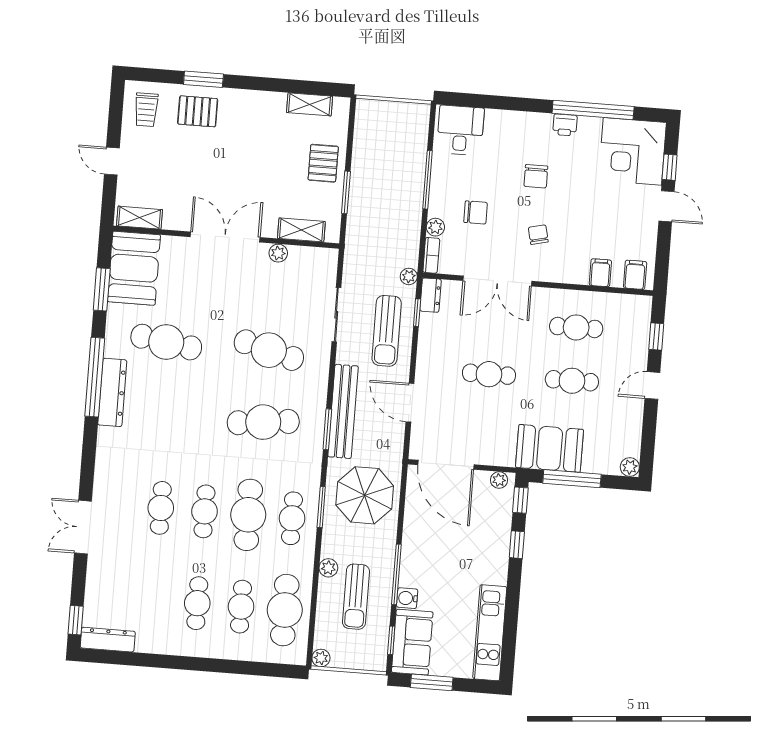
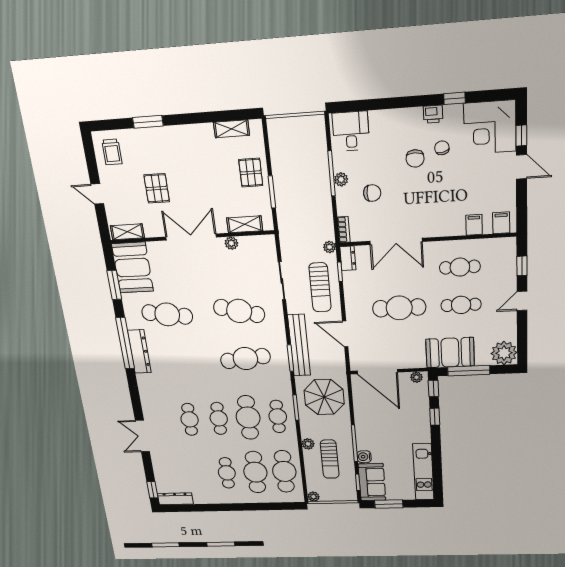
window: (593, 110) -> (454, 98), width x0.32
pallet: (198, 111) -> (157, 188), moved, turned 90
plant: (435, 227) -> (341, 179), moved
chair: (538, 235) -> (442, 148), moved
cafe table: (489, 374) -> (399, 308), width x1.37, depth x1.35
plant: (630, 467) -> (504, 353), width x1.87, depth x1.87
cafe table: (241, 607) -> (255, 472), width x1.37, depth x1.35

